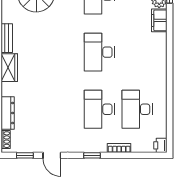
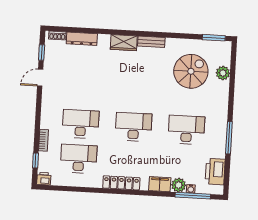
locker: (160, 62) -> (121, 183), added
window: (92, 155) -> (36, 160), moved

